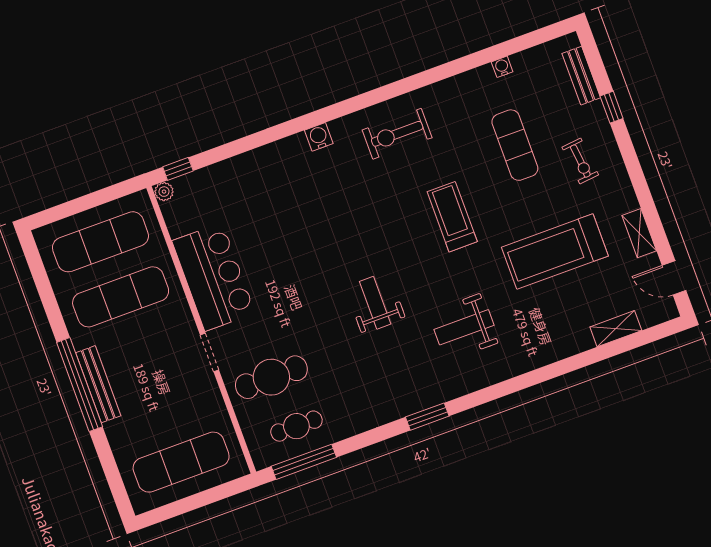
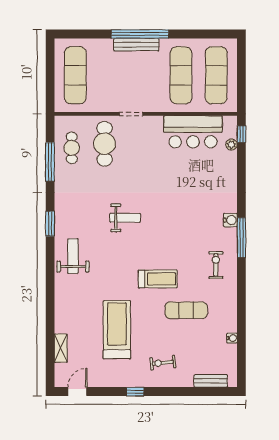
window: (612, 107) -> (135, 392), moved
window: (340, 110) -> (241, 238), added
exercise bike: (397, 134) -> (216, 265), width x0.73, depth x0.72
exercise mat: (515, 145) -> (186, 310), moved
plant: (164, 192) -> (231, 145), moved
shelving: (639, 233) -> (110, 381), removed
bar counter: (214, 277) -> (193, 132), moved
weight bench: (464, 327) -> (73, 256), moved
window: (304, 462) -> (50, 162), moved

